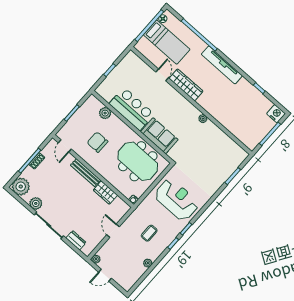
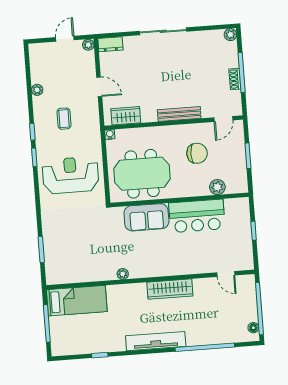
bed: (167, 42) -> (77, 301), moved, turned 180
door: (162, 75) -> (226, 274), moved
nightstand: (276, 114) -> (60, 347), removed
door: (65, 146) -> (223, 119), swing flipped
plant: (21, 187) -> (230, 35), width x0.53, depth x0.53
wardrobe: (105, 193) -> (126, 116), moved
reception desk: (177, 200) -> (70, 175), turned 180
plant: (36, 203) -> (196, 39), removed
dresser: (76, 240) -> (110, 44), moved

